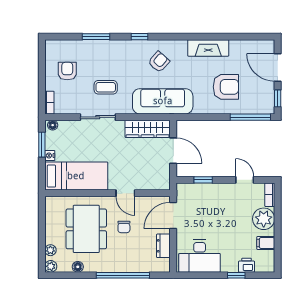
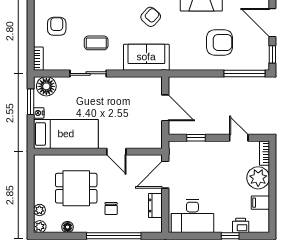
sofa: (163, 101) -> (146, 57), width x0.73
floor lamp: (53, 125) -> (46, 86), width x1.89, depth x1.89
wardrobe: (148, 129) -> (139, 86), removed
chair: (124, 227) -> (111, 208), moved
dining table: (86, 229) -> (76, 188), width x0.73

